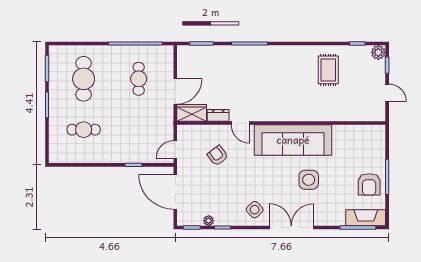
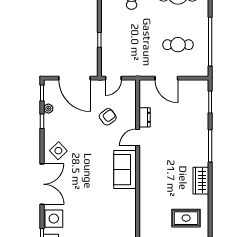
wardrobe: (192, 113) -> (201, 181), moved, turned 180
sofa: (293, 140) -> (125, 170), width x0.54, depth x0.79
door: (175, 150) -> (113, 78), swing flipped
side table: (309, 180) -> (54, 219), moved
door: (175, 192) -> (75, 78), swing flipped

